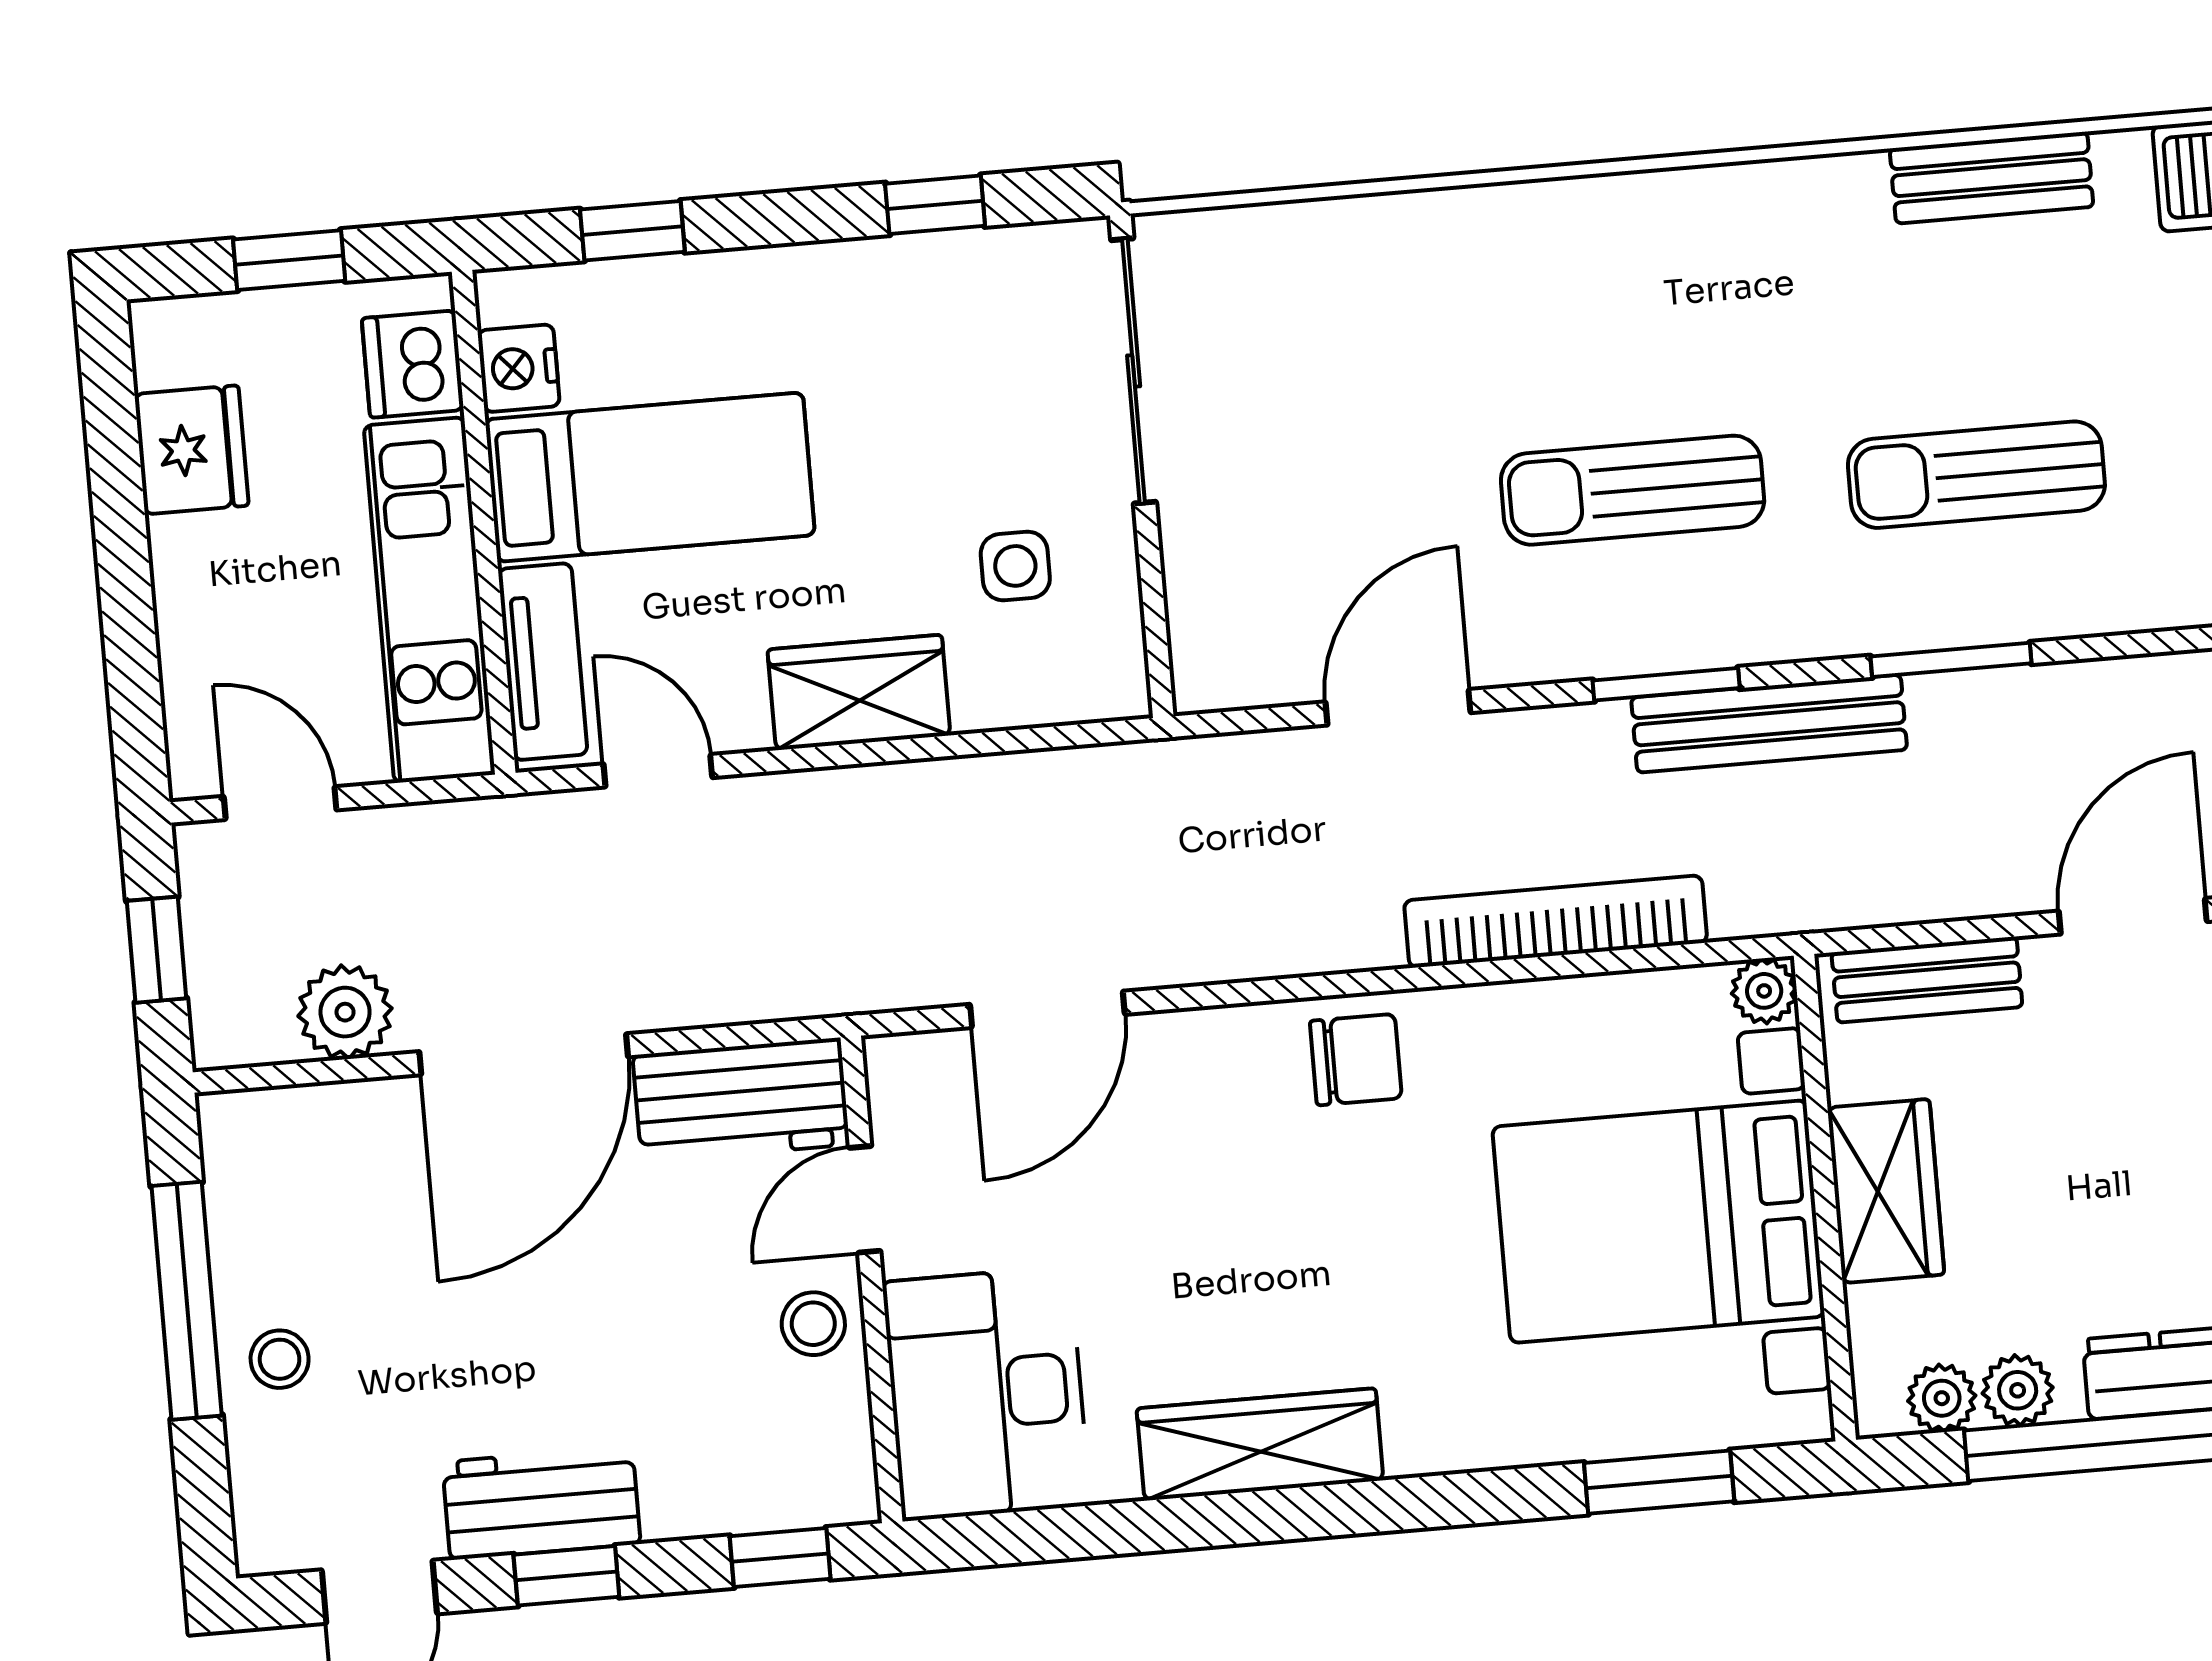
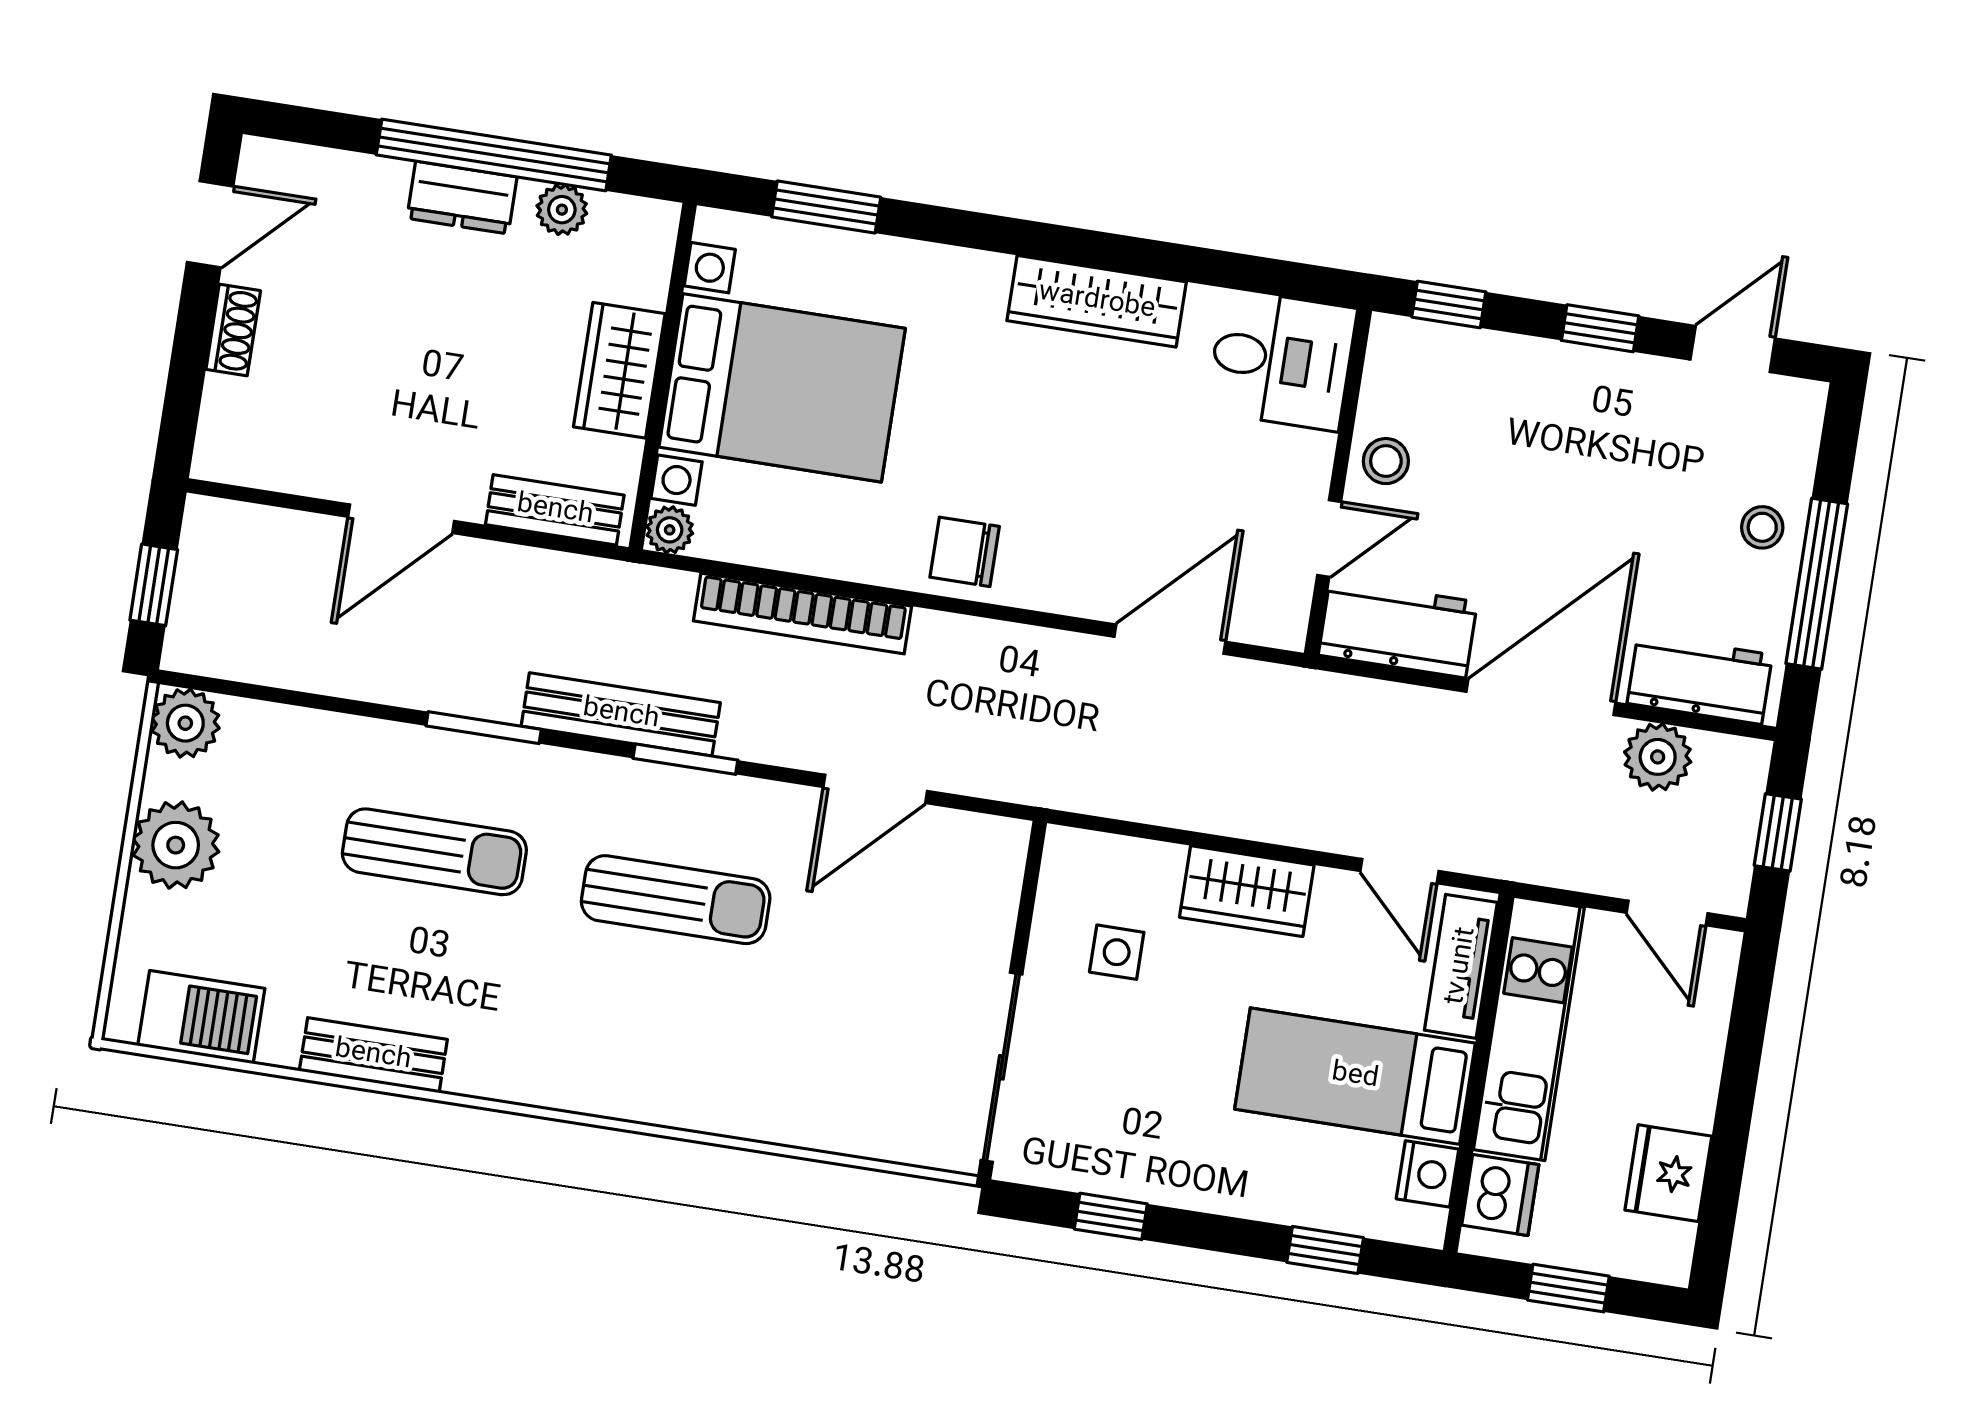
desk: (986, 1394) -> (1281, 360), width x0.73
plant: (1942, 1398) -> (616, 217), removed
workbench: (541, 1503) -> (1700, 679), moved, turned 180

